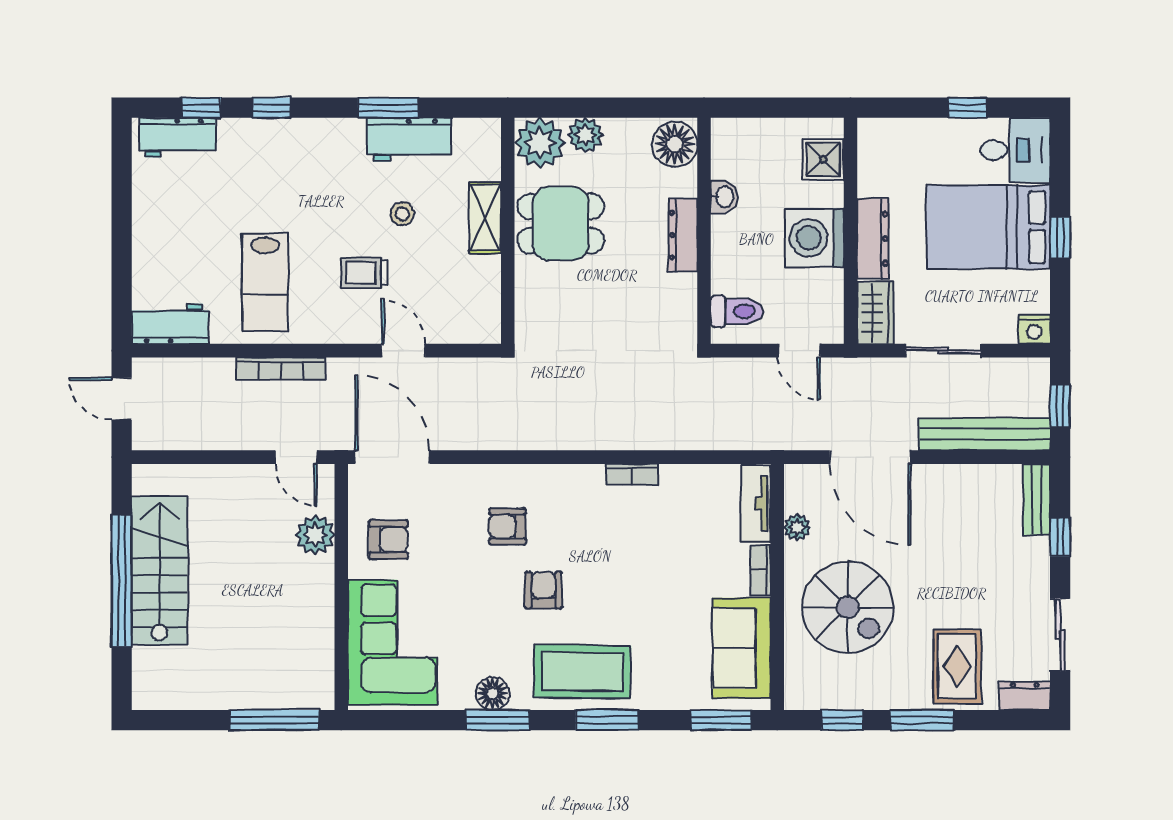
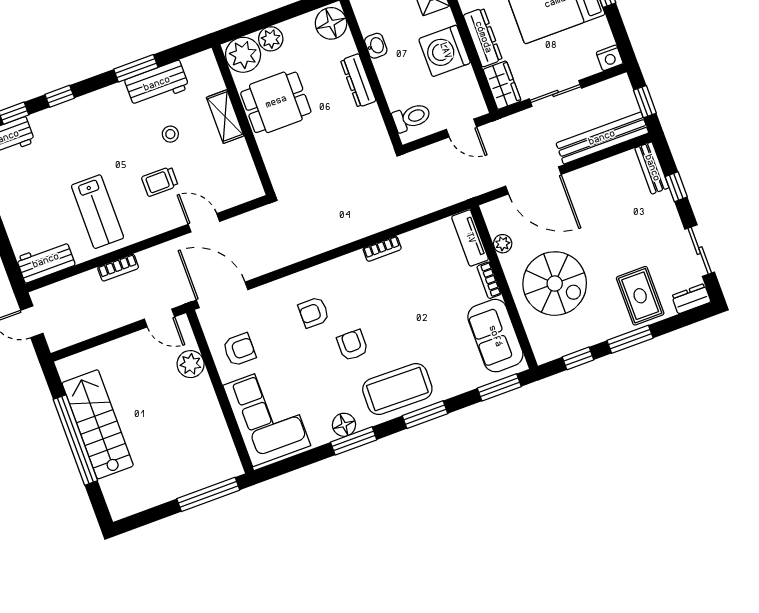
bookcase: (281, 369) -> (118, 268), width x0.64

